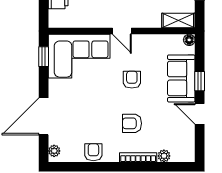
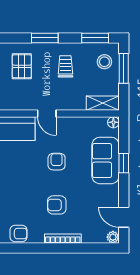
door: (200, 114) -> (124, 217), moved
armchair: (93, 152) -> (19, 234), turned 90
plant: (164, 156) -> (113, 237), moved

